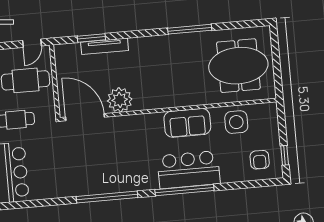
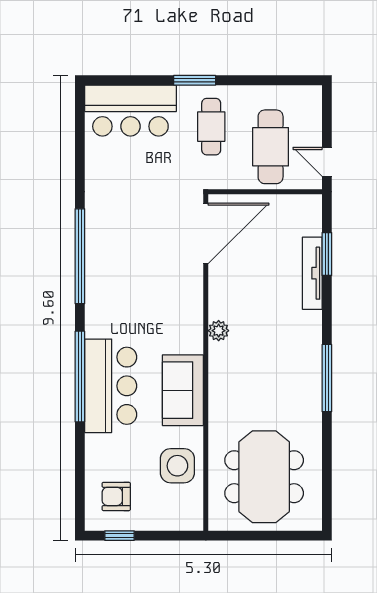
window: (190, 29) -> (327, 378), moved
plant: (120, 100) -> (219, 331), moved, width x0.53, depth x0.53

